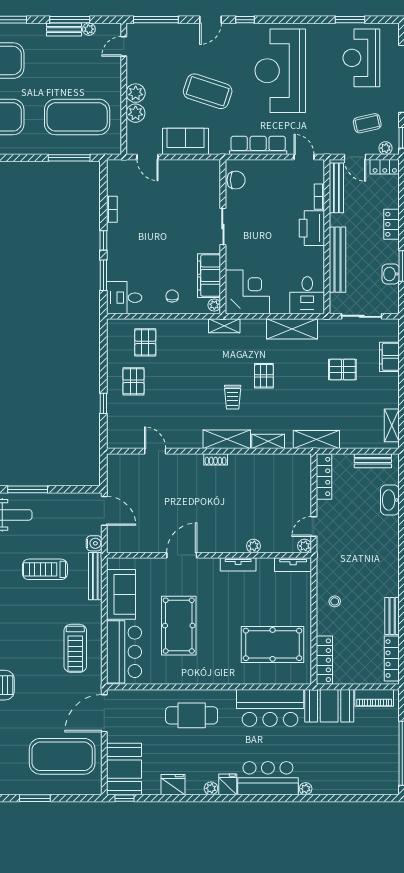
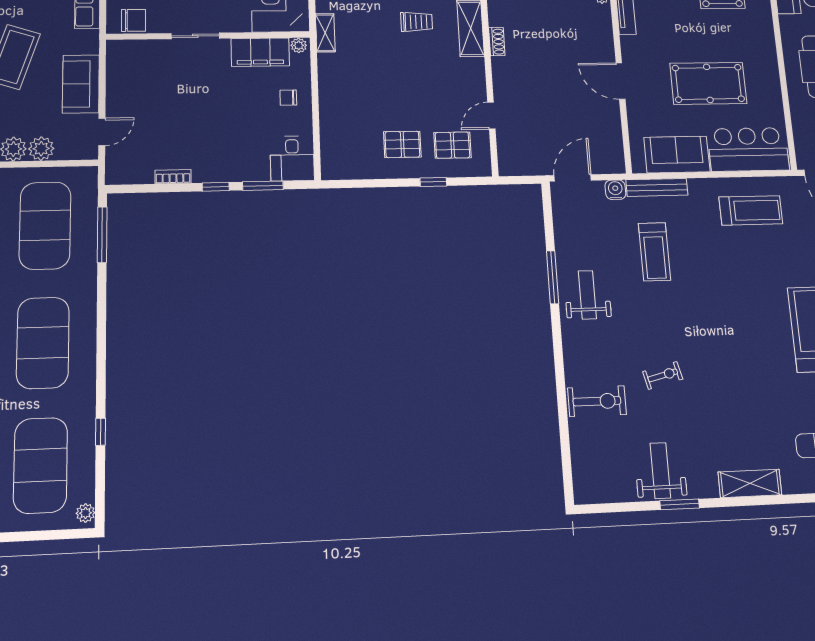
chair: (236, 180) -> (134, 20), turned 90
pallet: (145, 342) -> (452, 145), moved

